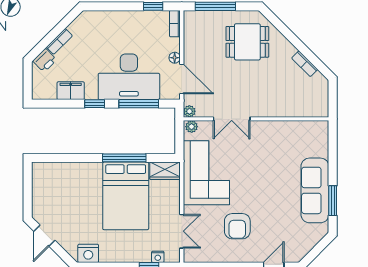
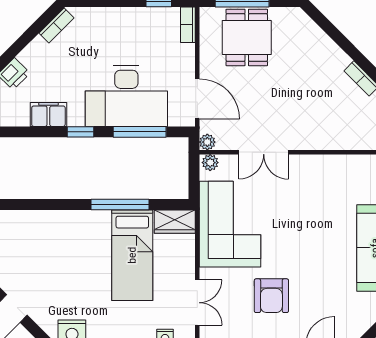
bookcase: (59, 41) -> (56, 25), moved
dining table: (247, 42) -> (247, 37), moved, turned 90
floor lamp: (175, 58) -> (188, 70), removed
bed: (126, 196) -> (132, 255), width x0.67

